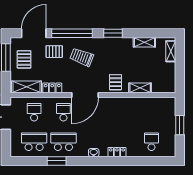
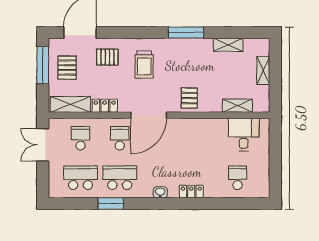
window: (72, 33) -> (131, 33), removed
window: (113, 33) -> (186, 33), width x1.44
shelving: (171, 51) -> (263, 71), moved
trolley: (82, 57) -> (144, 65), turned -111
shelving: (140, 88) -> (237, 106), moved
desk: (156, 109) -> (244, 134), added
window: (180, 125) -> (275, 155), removed

